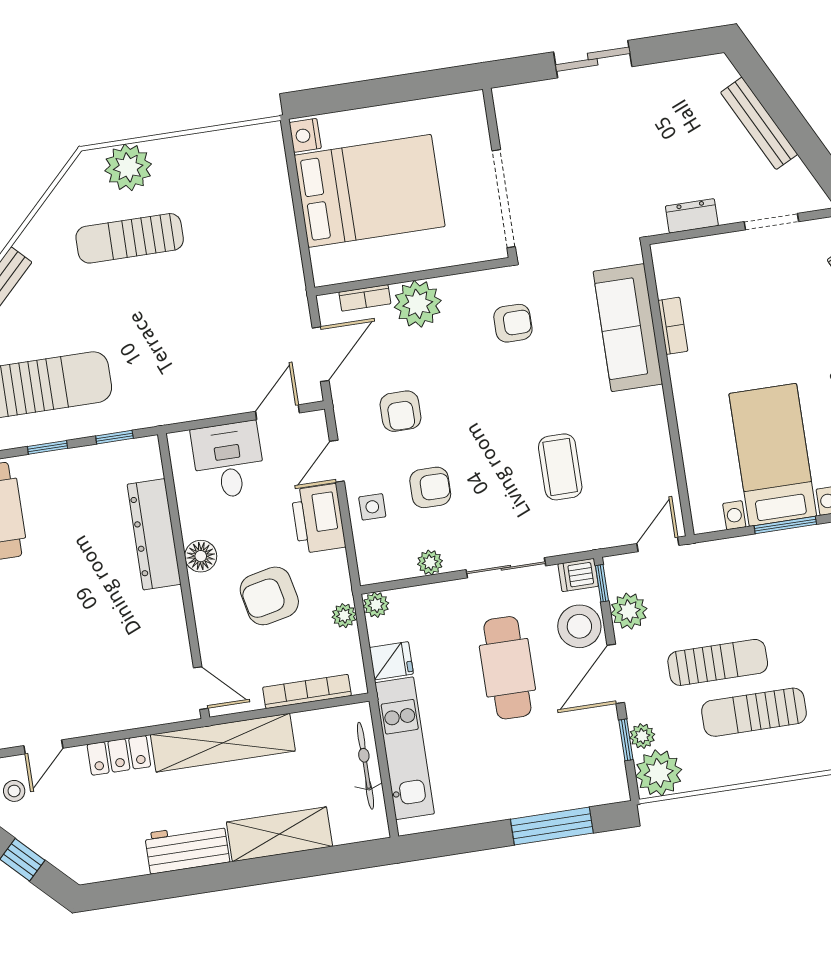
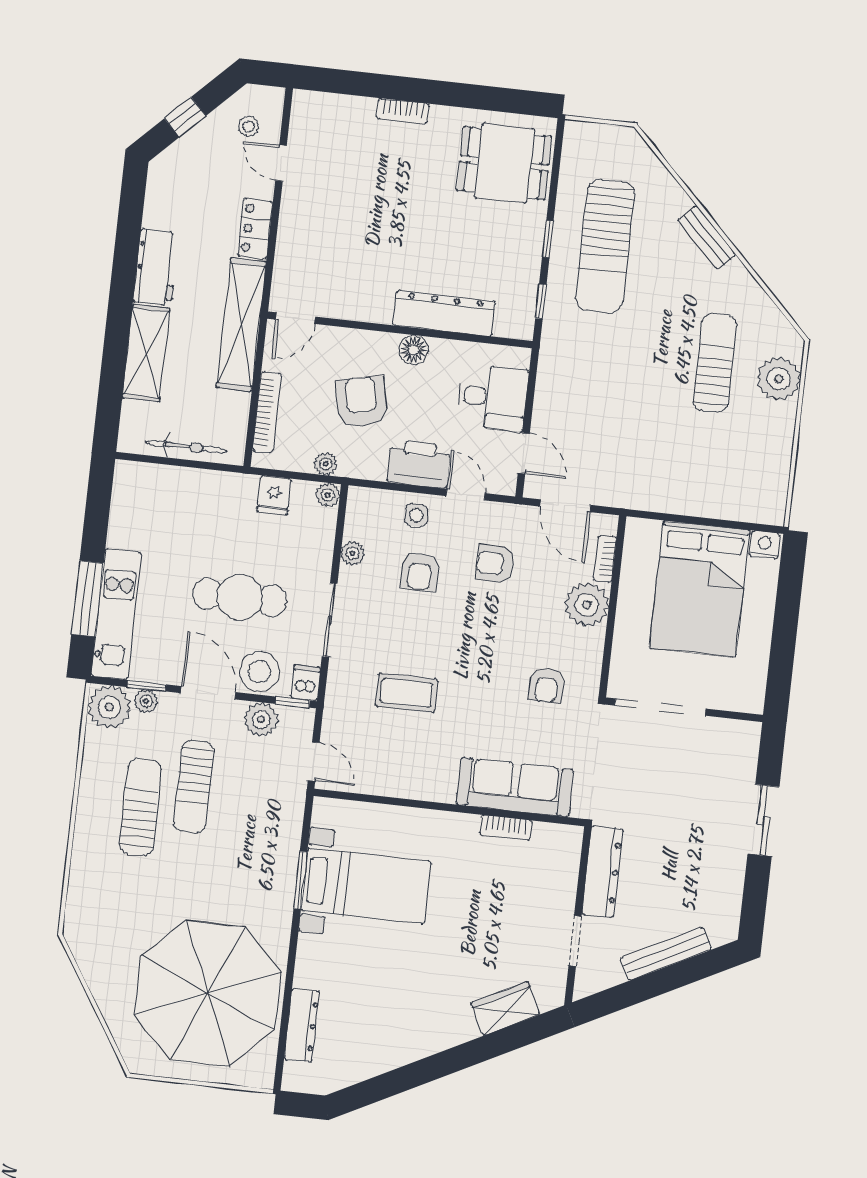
dresser: (692, 216) -> (603, 872), width x1.96, depth x1.24
kitchen unit: (405, 748) -> (116, 614), moved, turned -90

